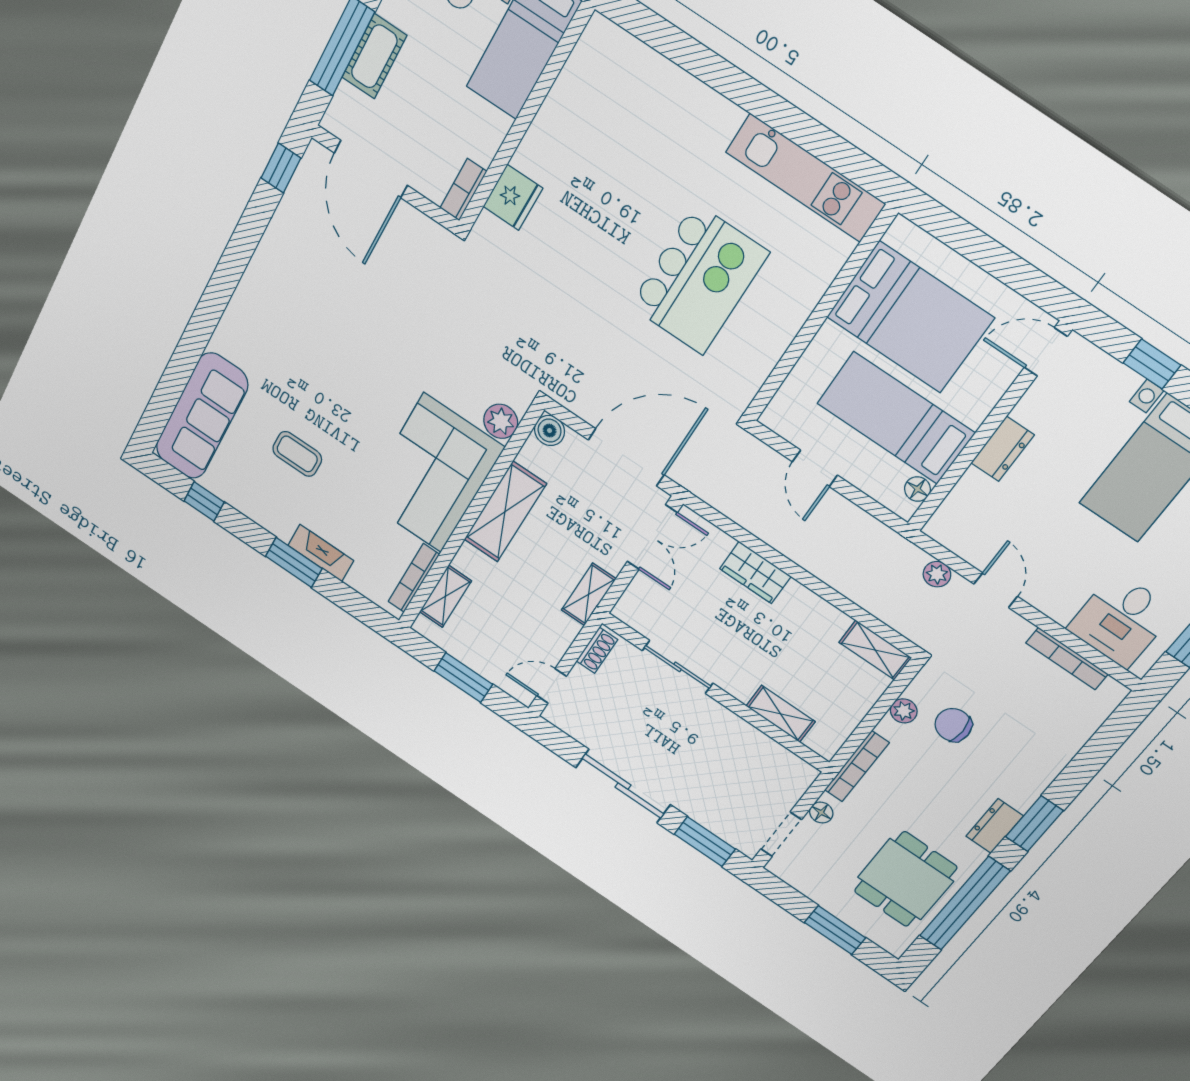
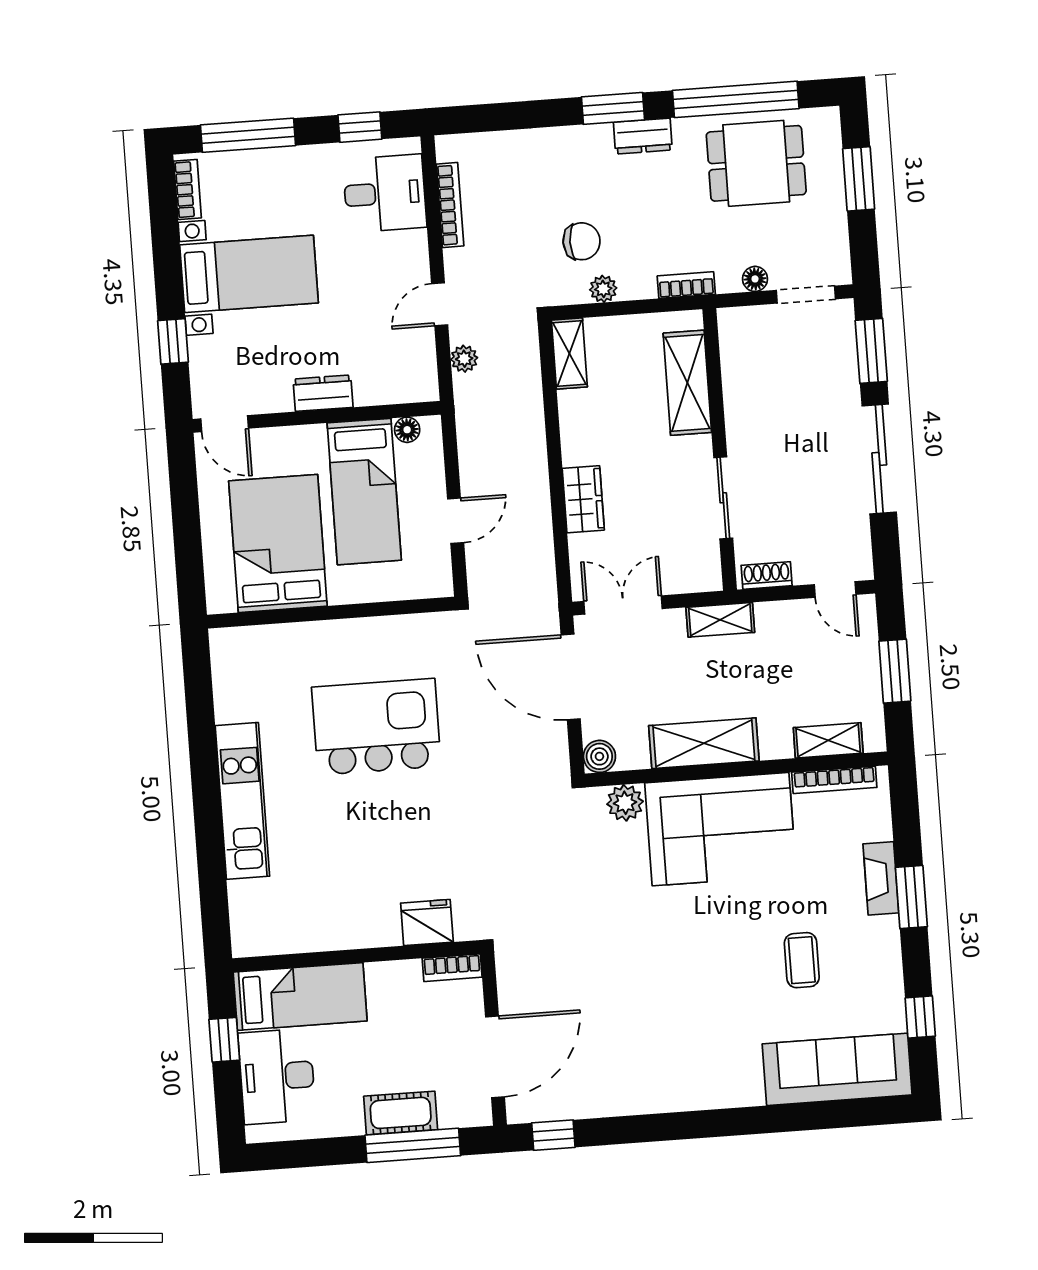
kitchen unit: (805, 178) -> (242, 801), moved
shelving: (781, 714) -> (687, 383), width x1.50, depth x1.33
chair: (953, 725) -> (582, 241), turned -90
bookcase: (857, 766) -> (686, 285), width x0.64

